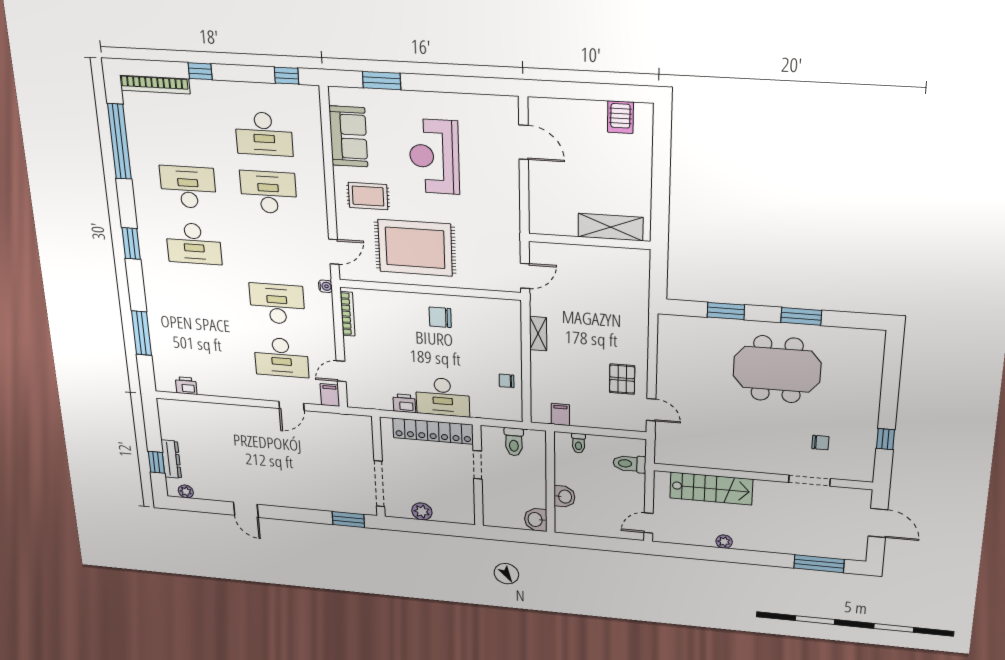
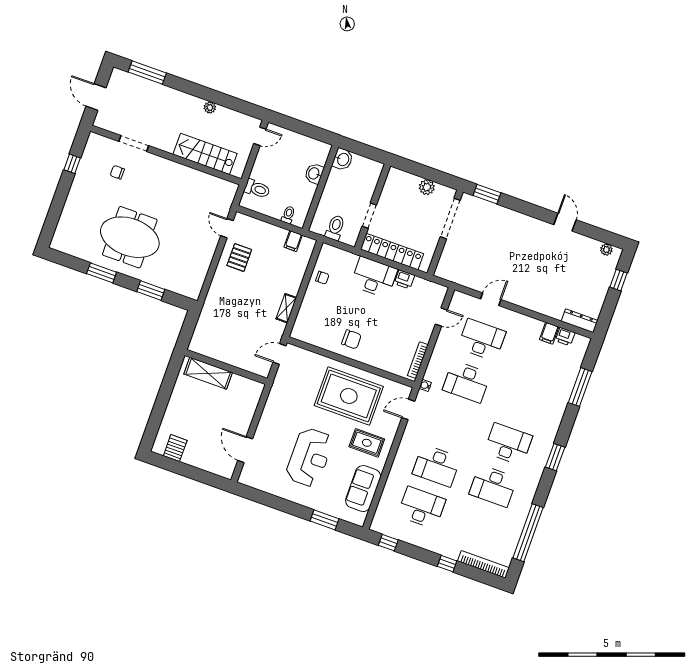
filing cabinet: (330, 395) -> (549, 333), moved
dresser: (171, 459) -> (580, 321), moved, turned 90

